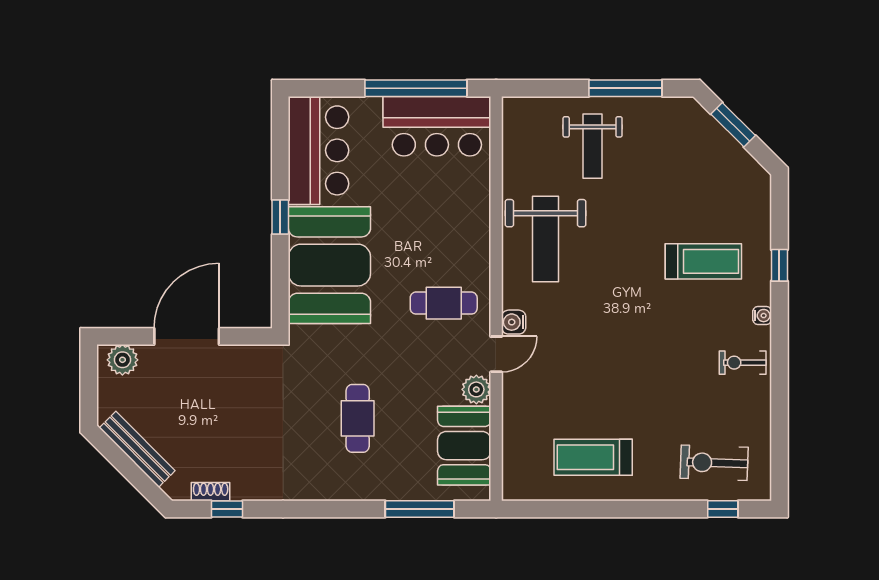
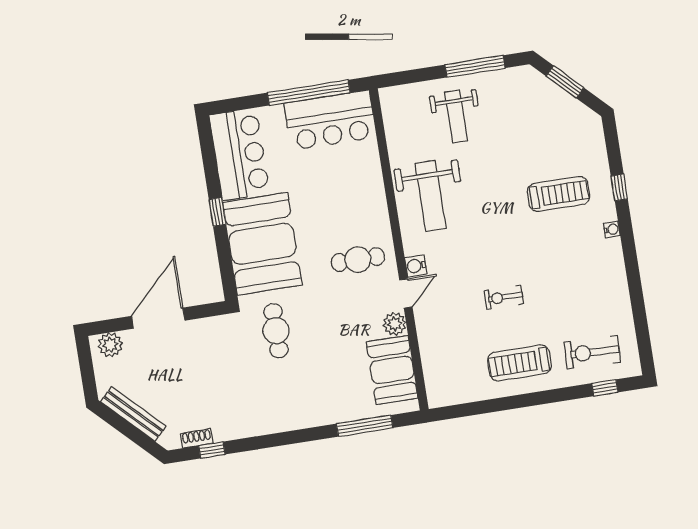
exercise bike: (743, 363) -> (504, 297), moved
cafe table: (358, 418) -> (276, 331), moved
treadmill: (593, 457) -> (519, 363), moved

